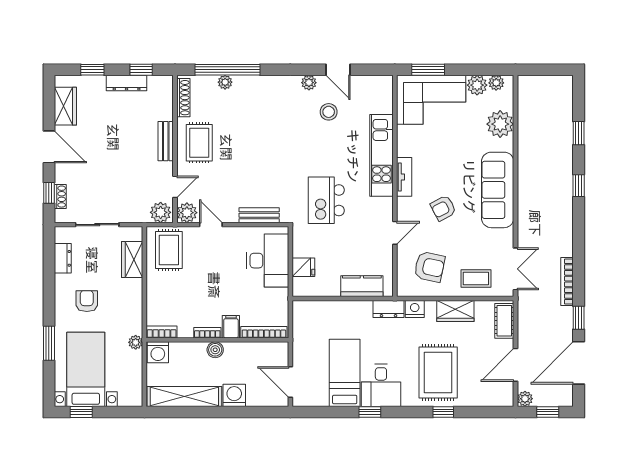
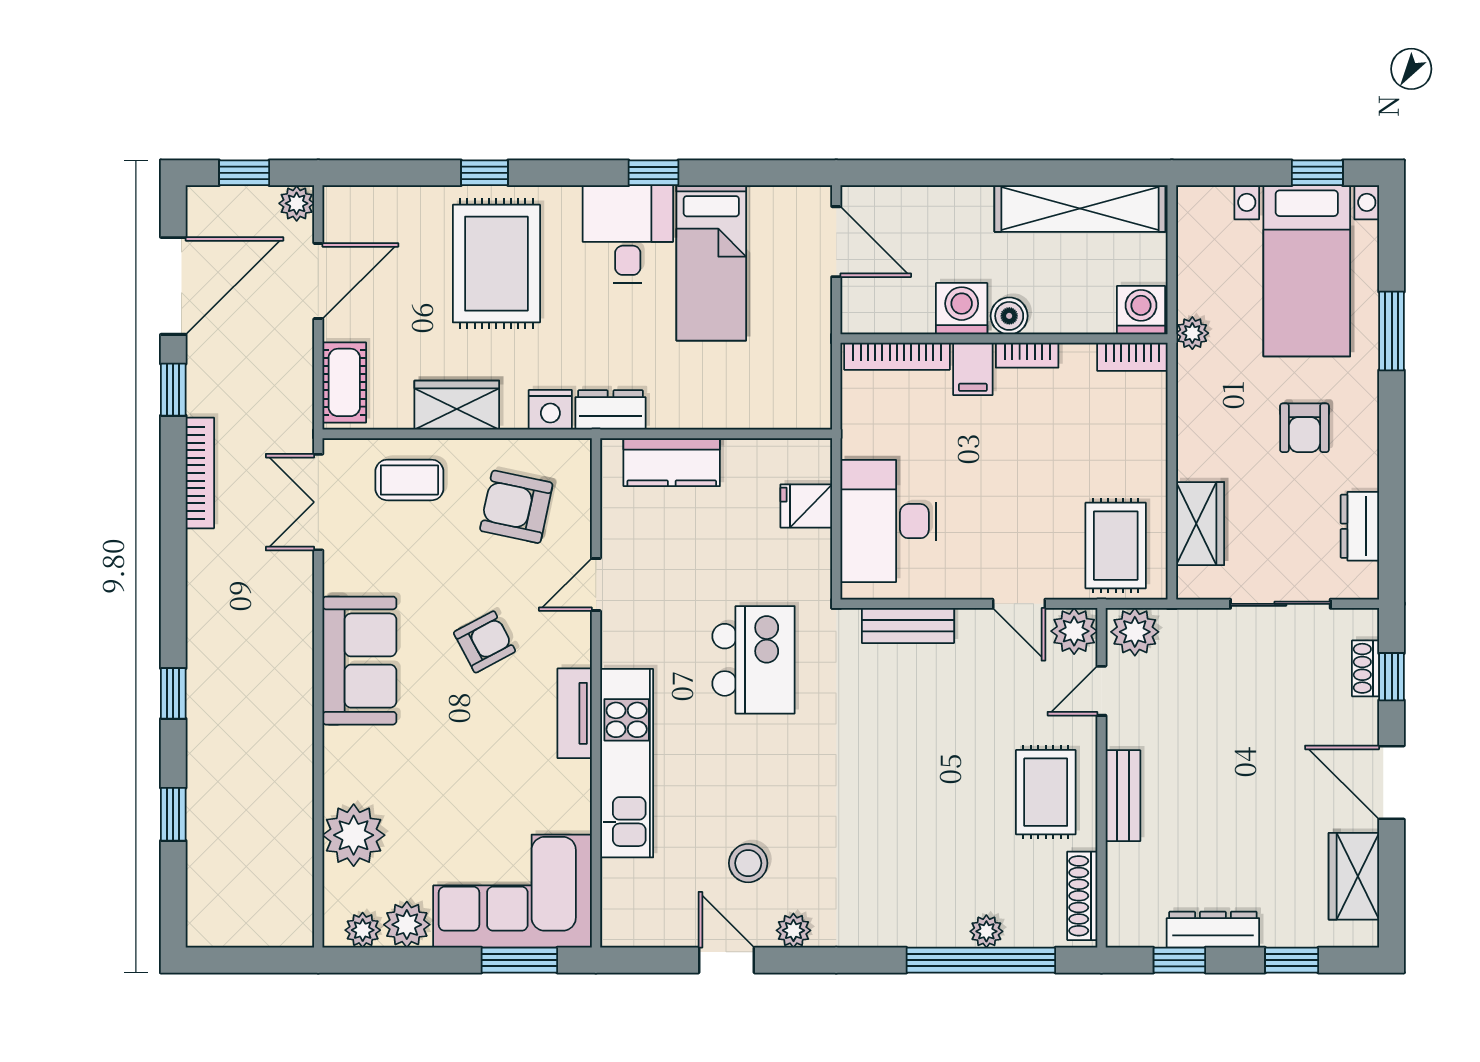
sofa: (498, 190) -> (359, 661), width x0.73
washing machine: (234, 395) -> (962, 309), moved, turned 180

